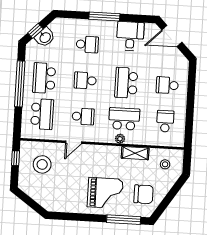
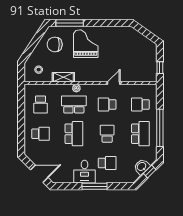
desk: (130, 36) -> (85, 172), moved
school desk: (87, 44) -> (107, 163), turned 180
school desk: (85, 80) -> (107, 134), turned -90
school desk: (42, 114) -> (140, 104), width x0.54
school desk: (124, 119) -> (74, 104), turned 180
stool: (42, 164) -> (138, 64), removed
grand piano: (105, 193) -> (86, 44), turned 90

